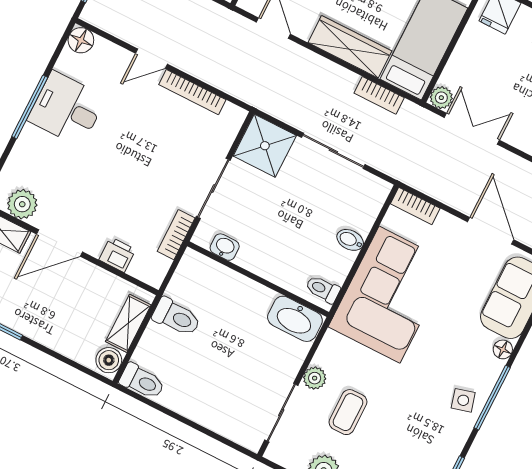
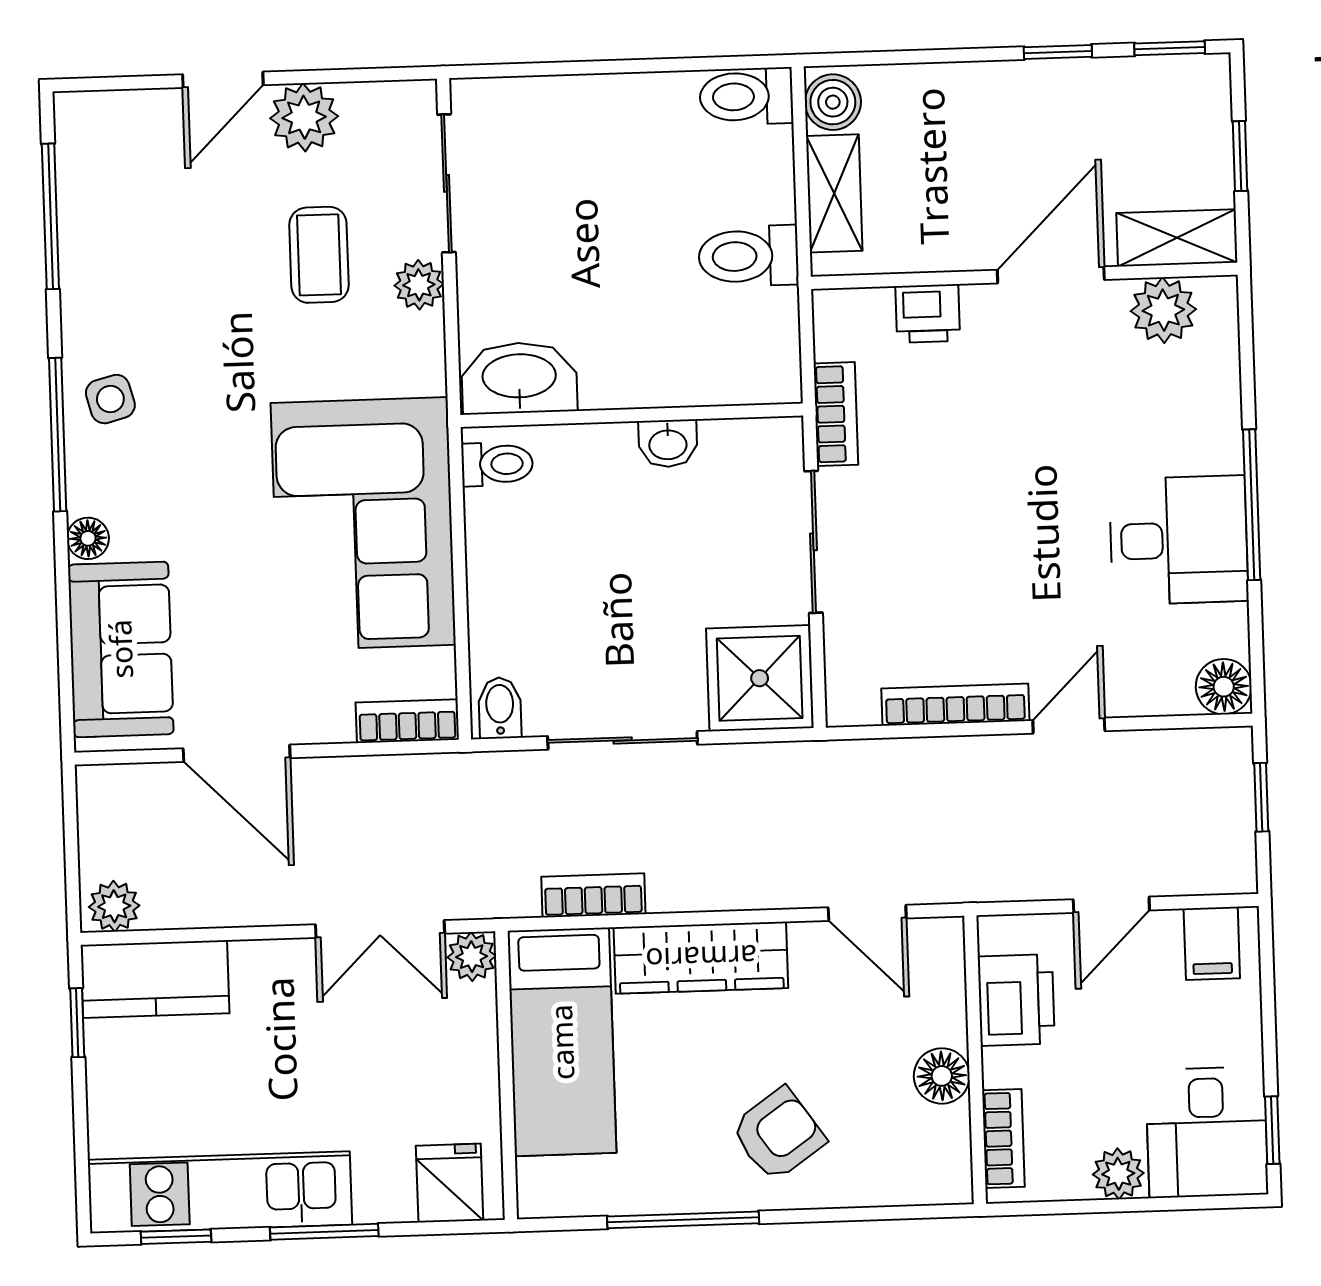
bidet: (350, 240) -> (500, 708), moved, turned -90
washbasin: (225, 247) -> (668, 443), moved

